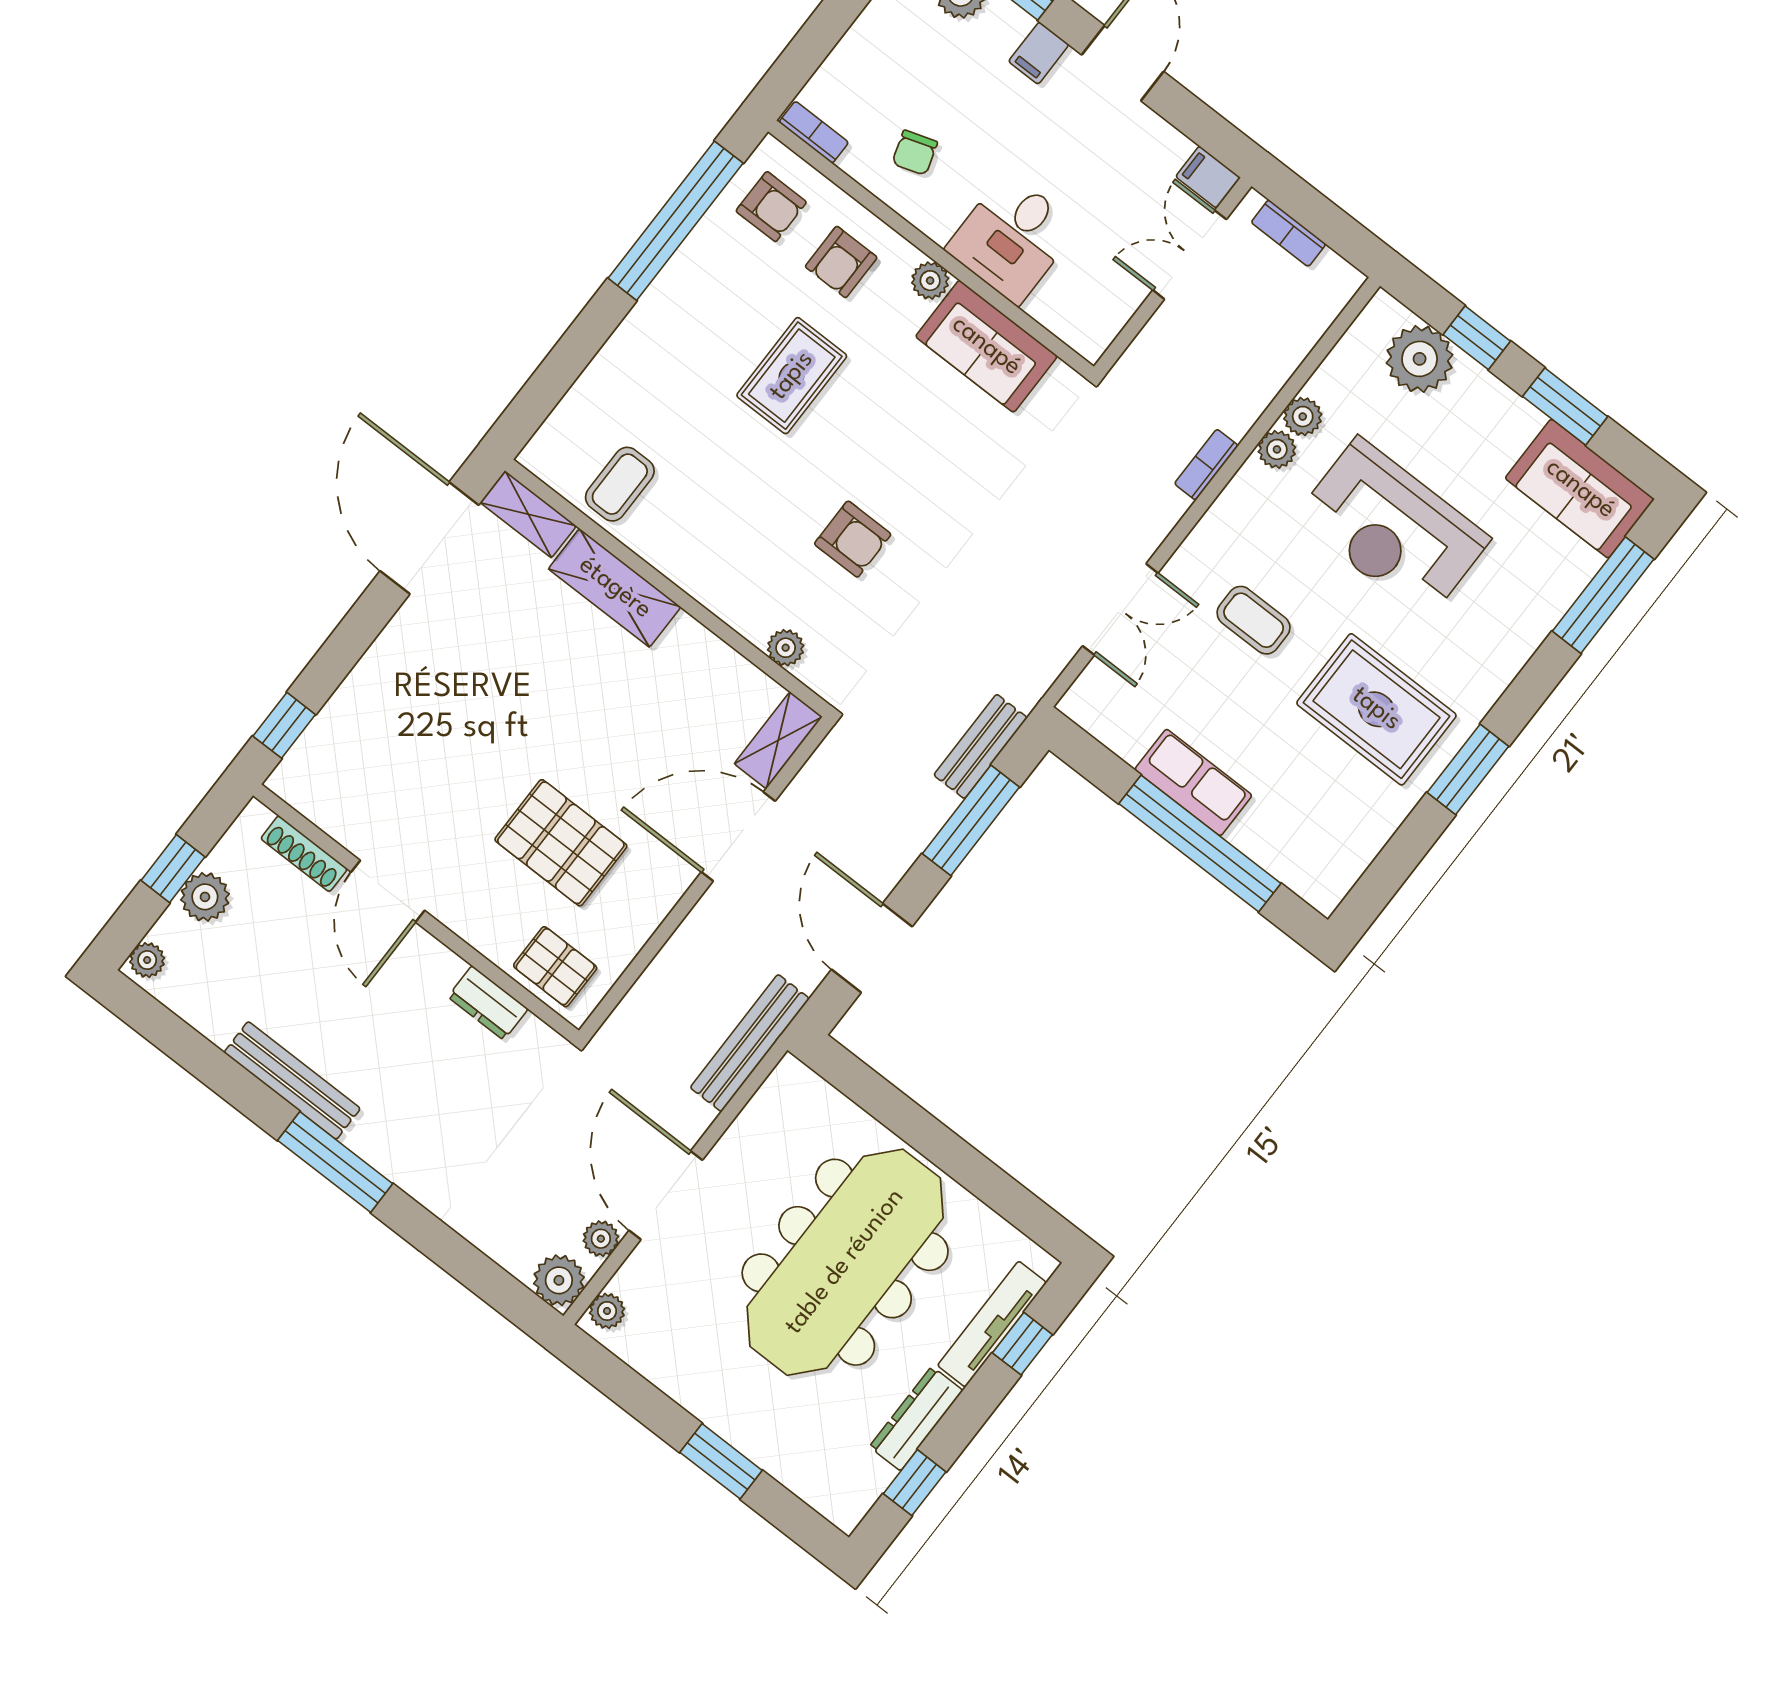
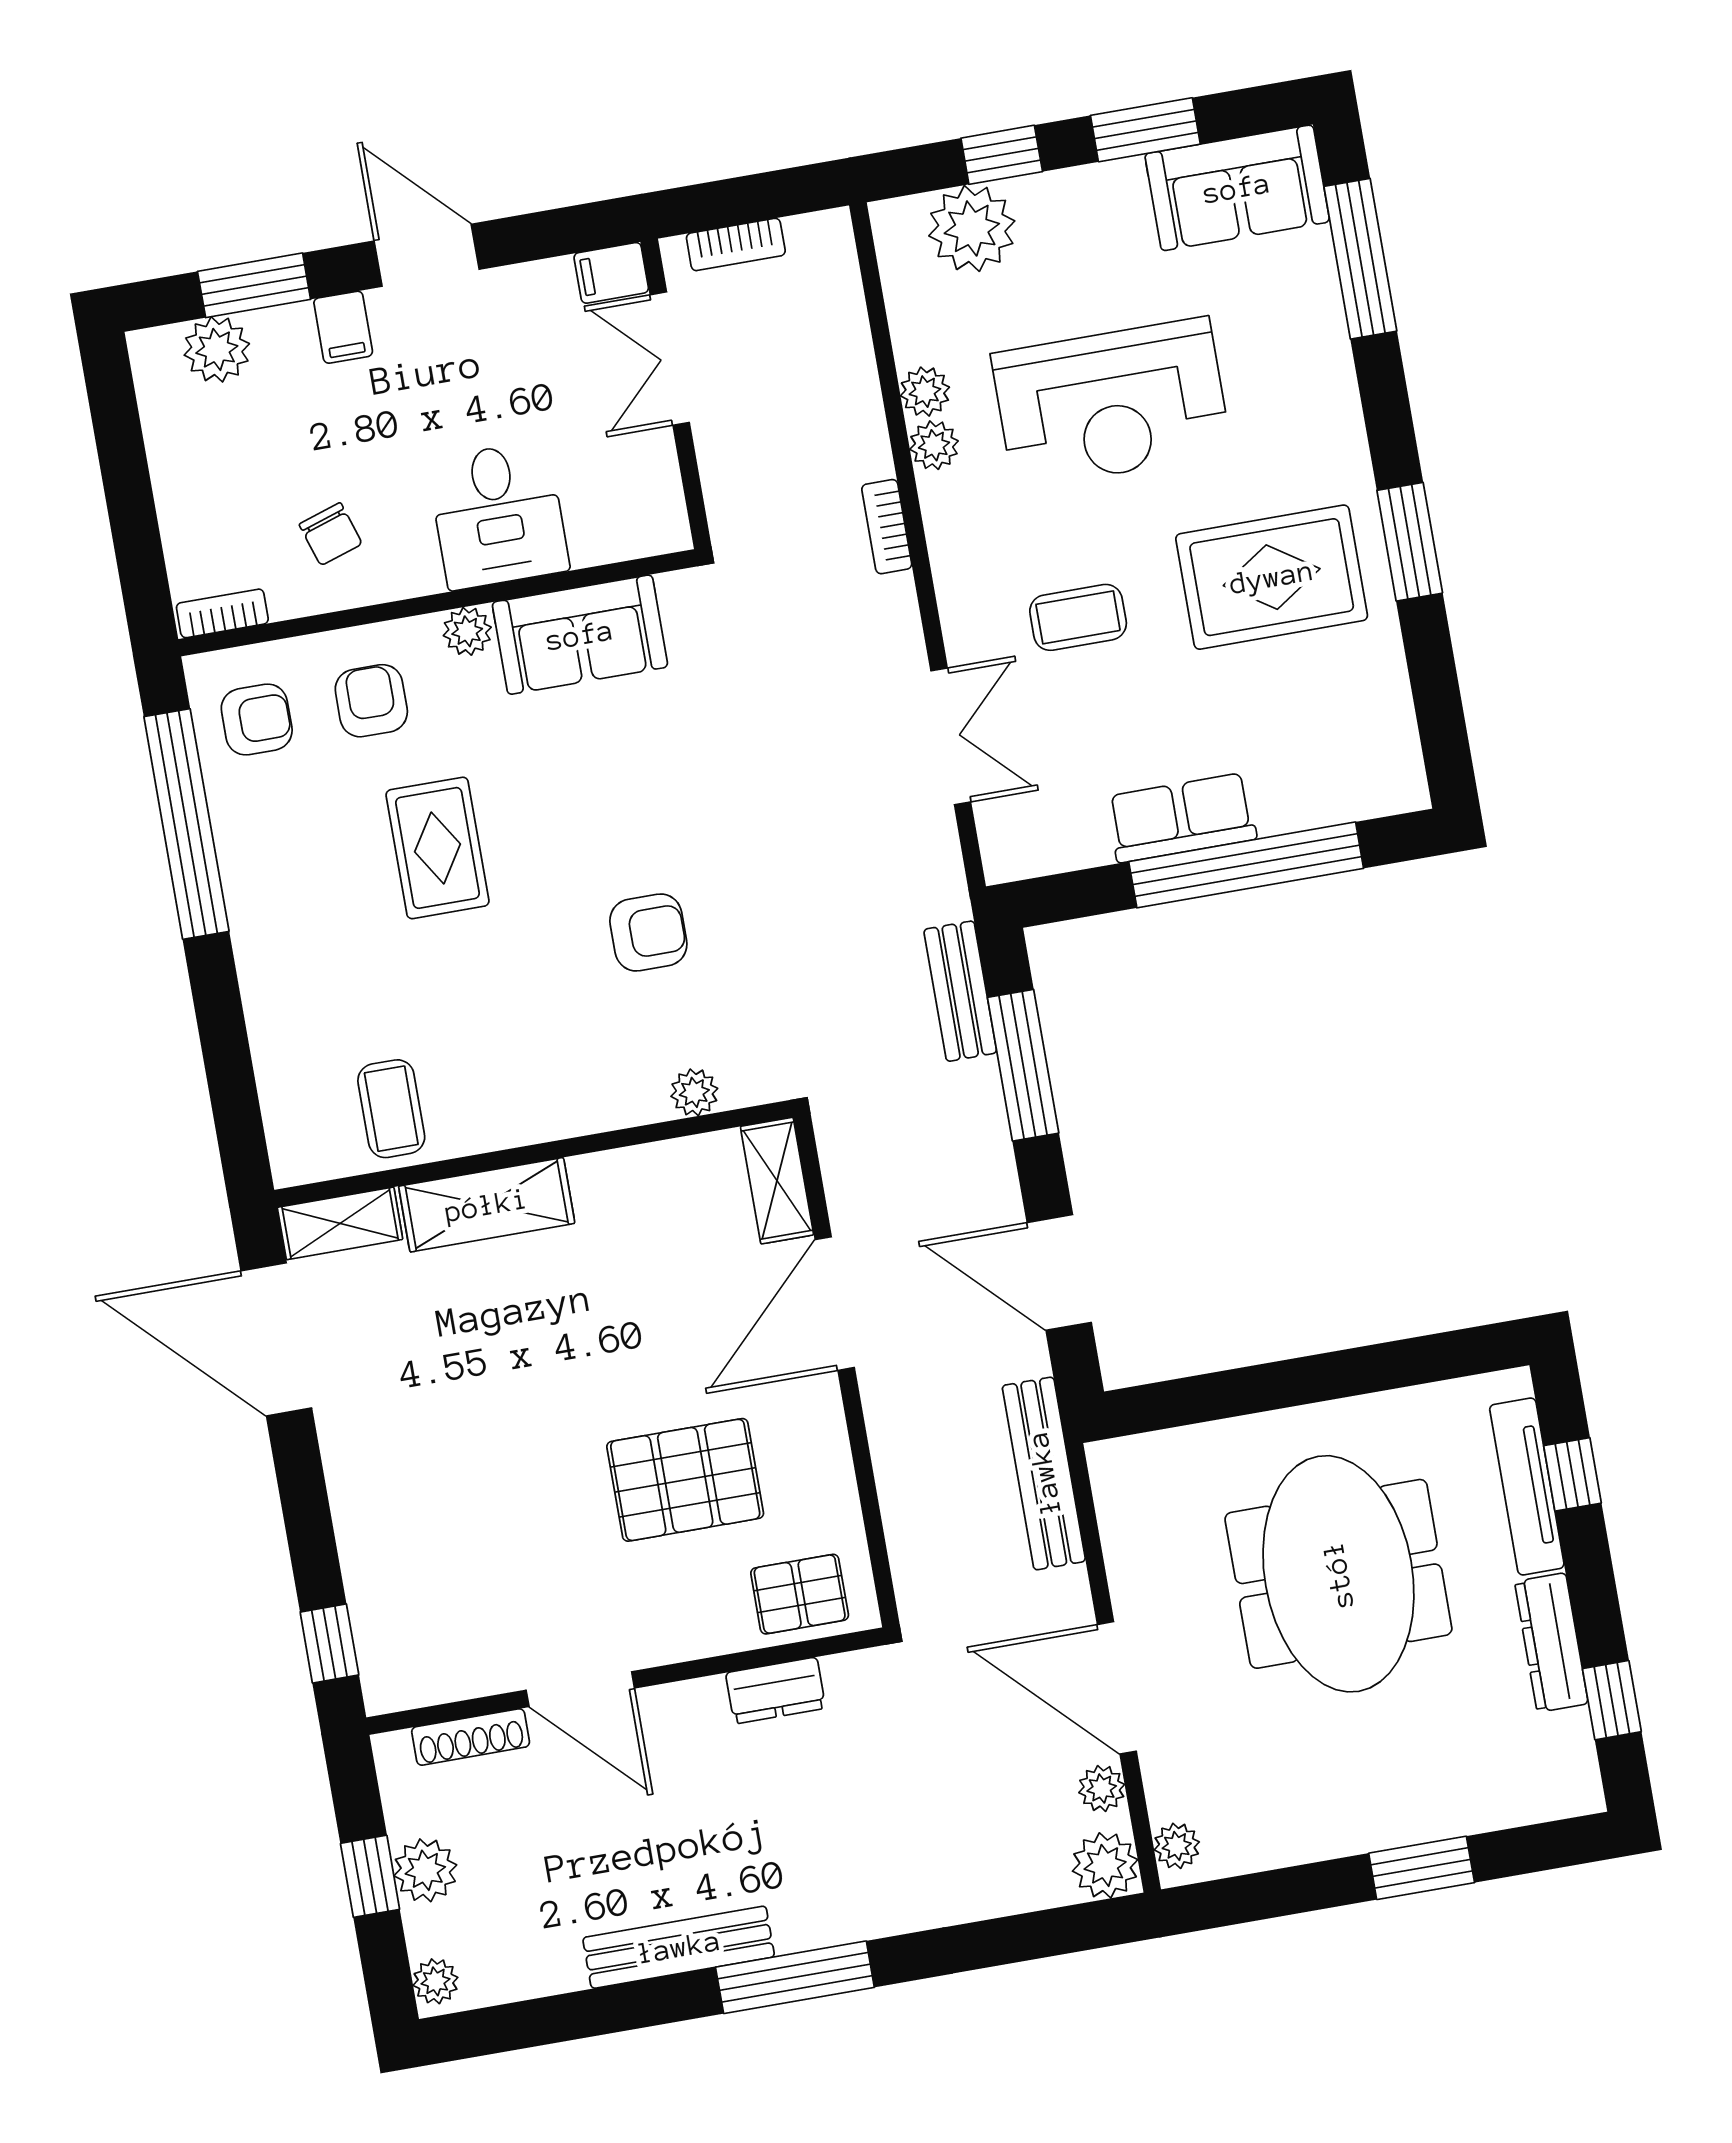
armchair: (841, 262) -> (371, 701), turned 180
meeting table: (845, 1262) -> (1338, 1574), width x0.73

